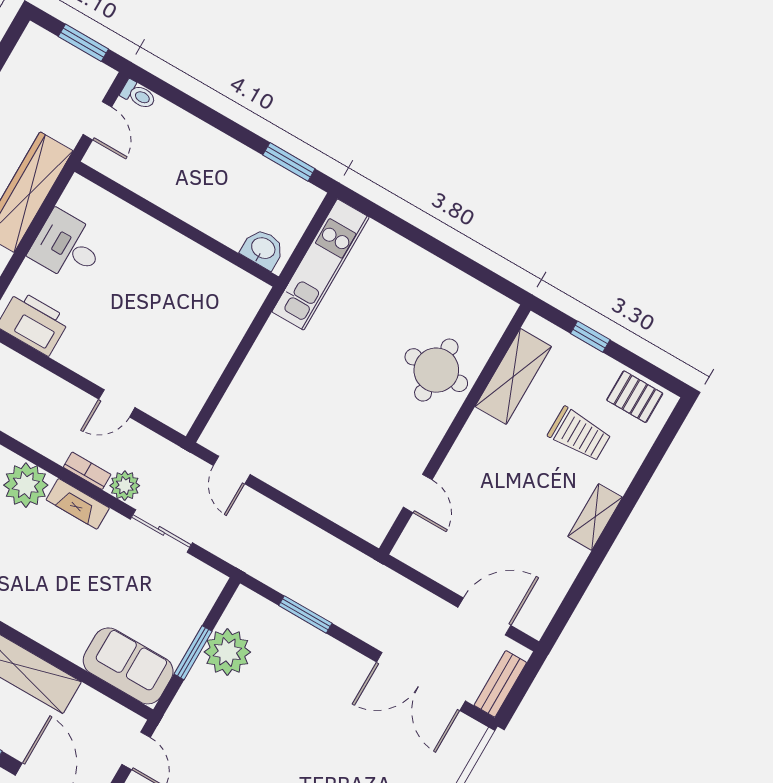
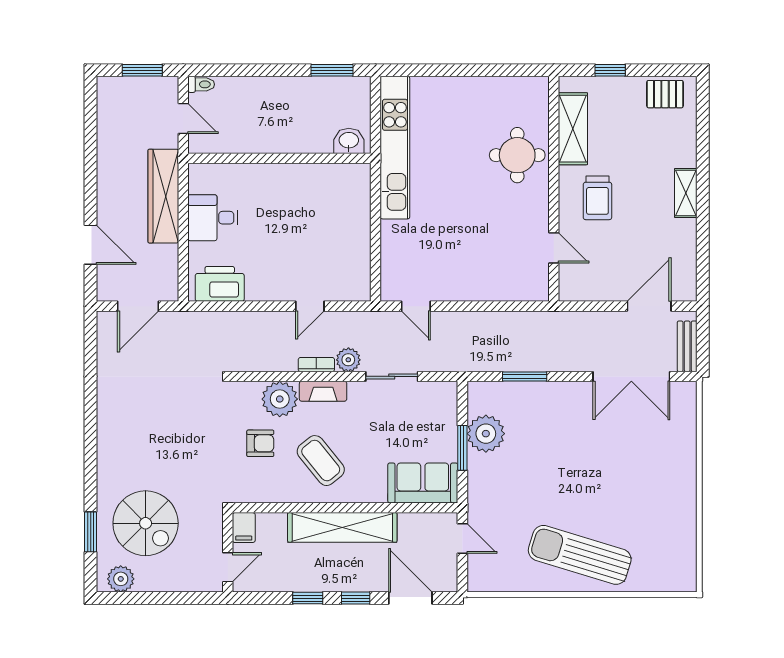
kitchen unit: (321, 265) -> (395, 148), width x1.36
trolley: (579, 434) -> (597, 198), moved, turned 90
coffee table: (32, 577) -> (321, 461), added

